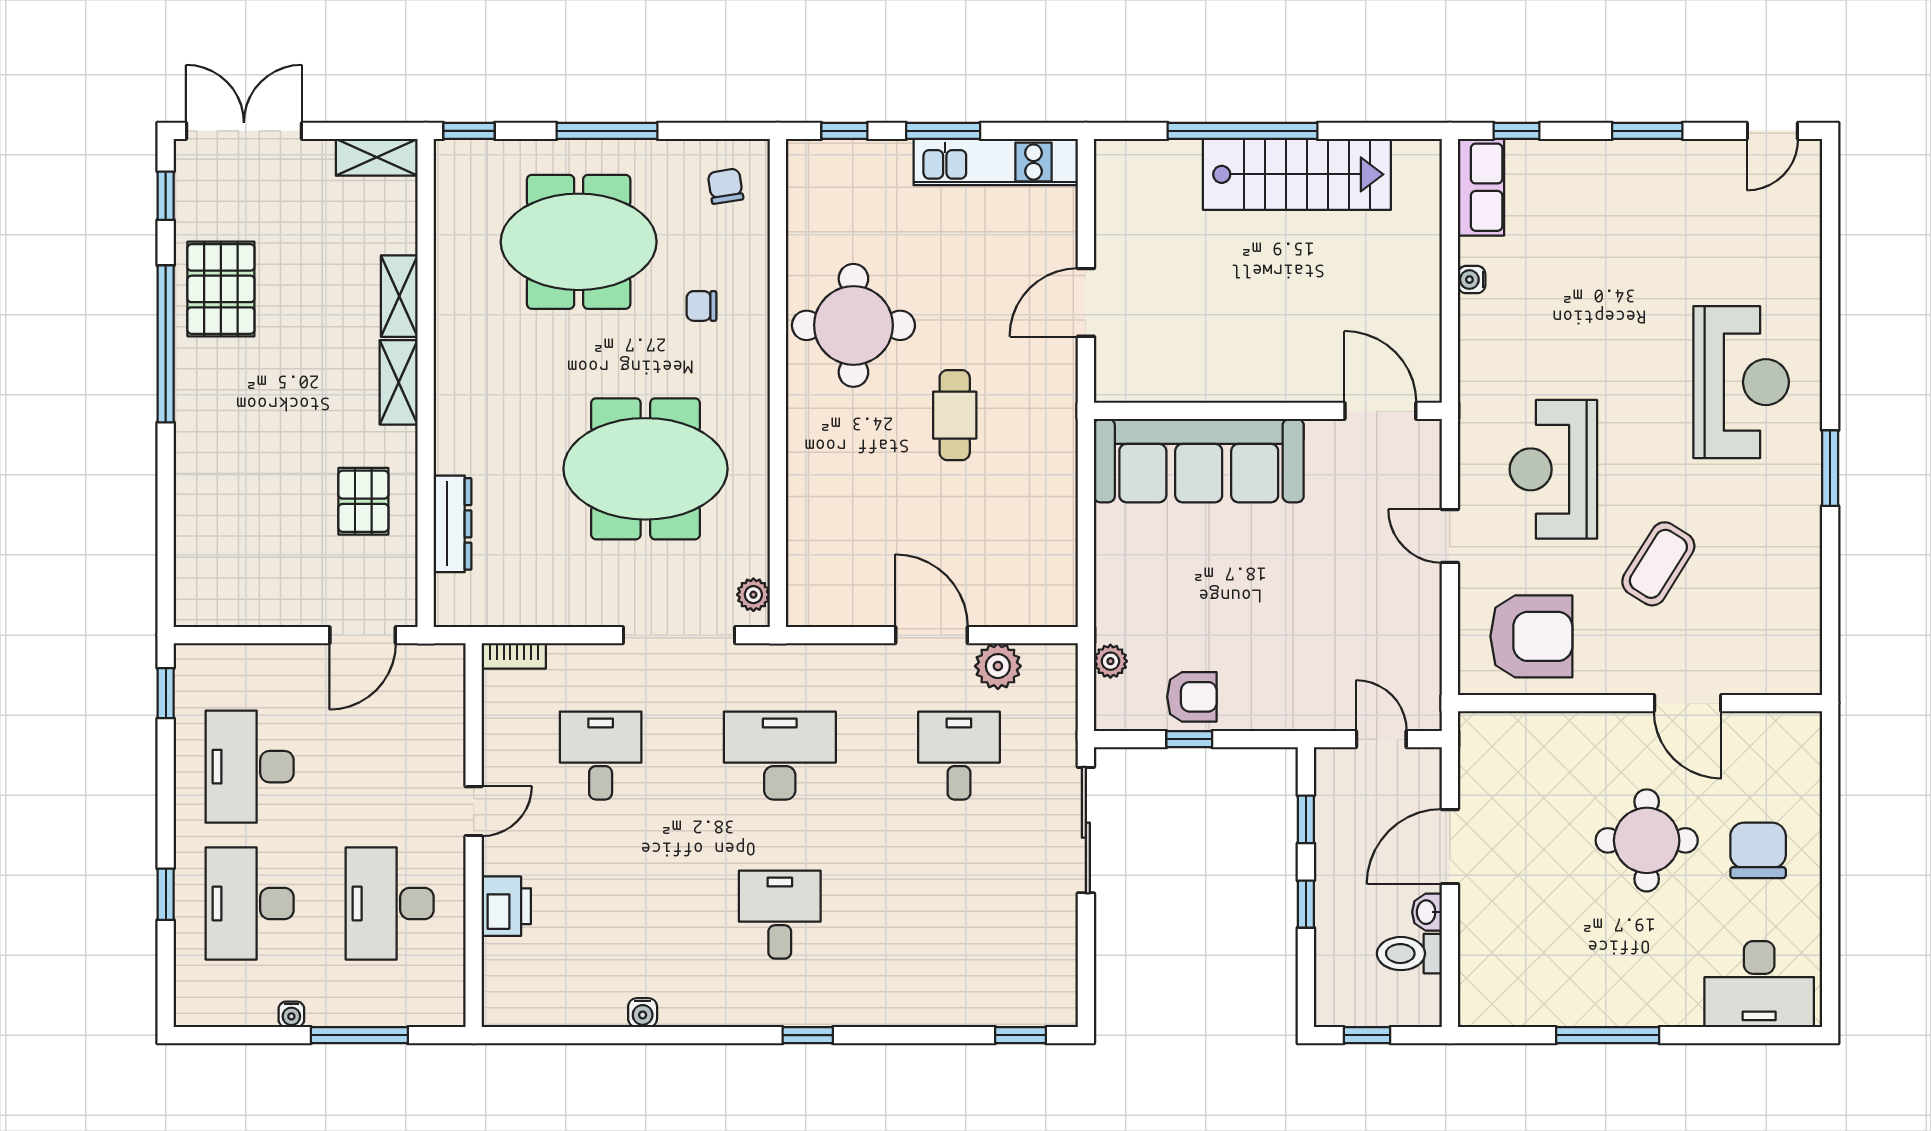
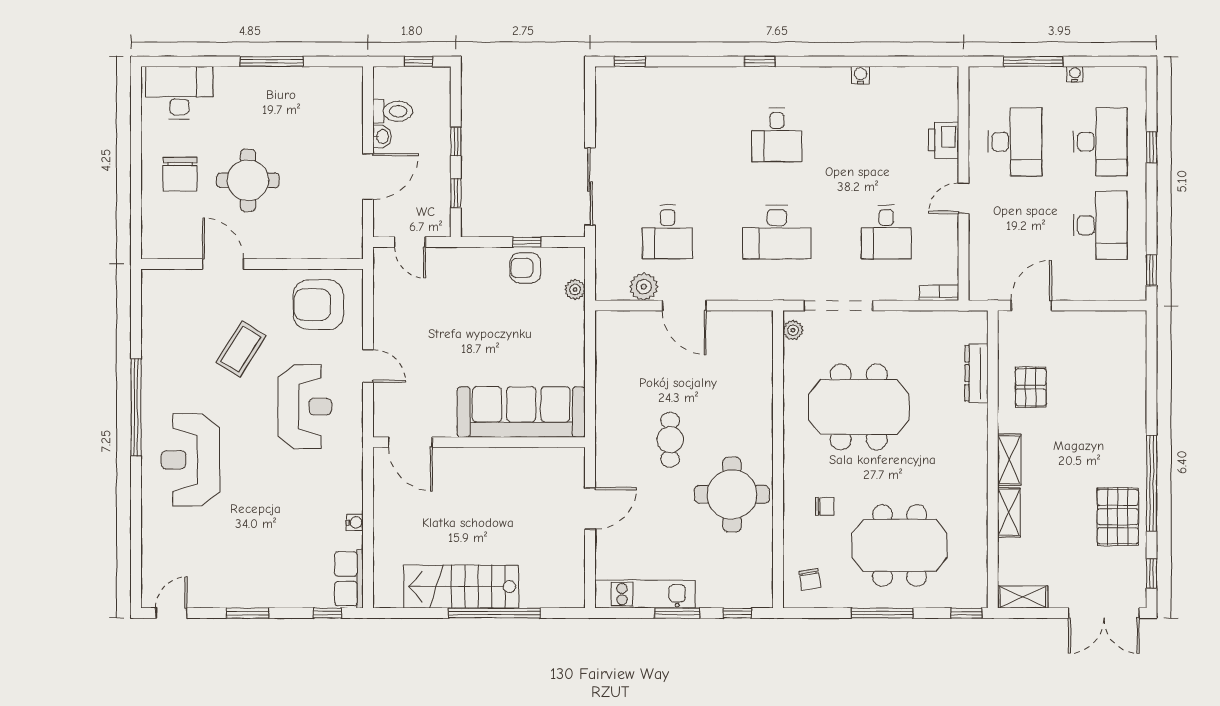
window: (1830, 468) -> (136, 407), width x2.11

